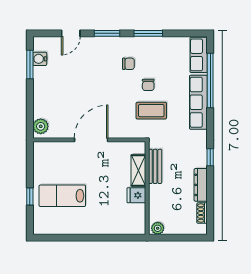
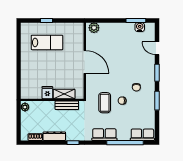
row of seats: (198, 102) -> (104, 135), width x0.68
lab bench: (62, 196) -> (47, 42), turned 90

